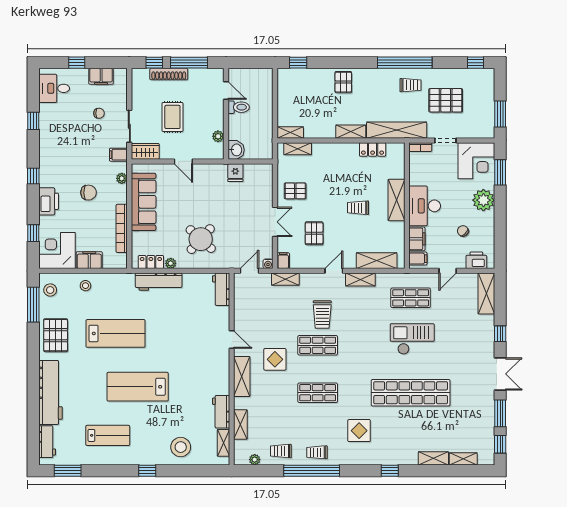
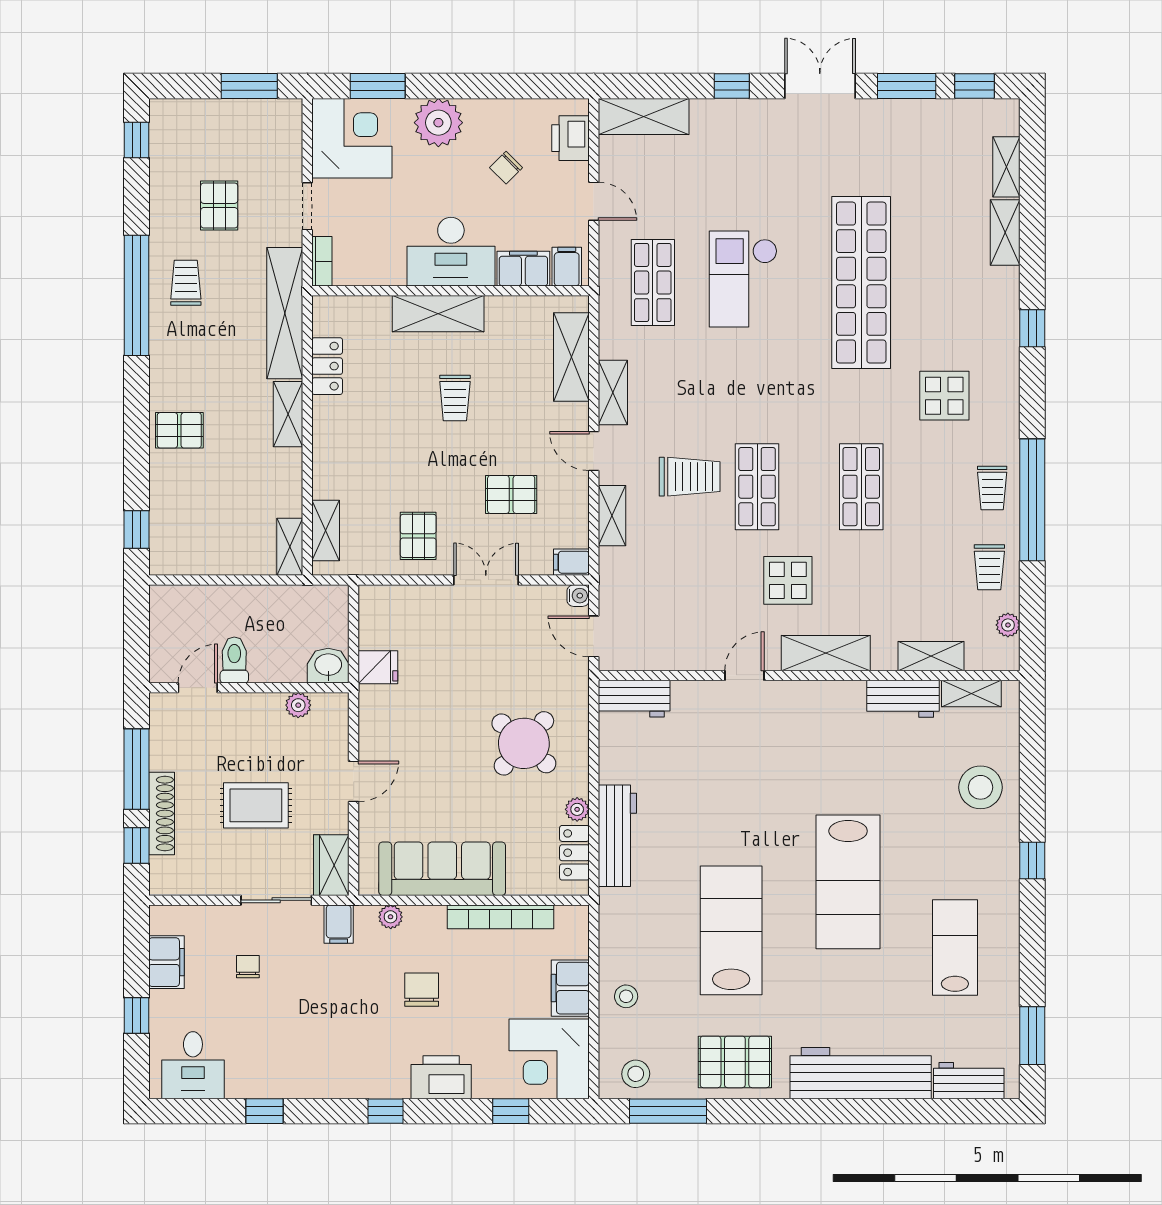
pallet: (446, 100) -> (219, 205), width x0.67, depth x0.71
shelving: (285, 279) -> (612, 516), moved

